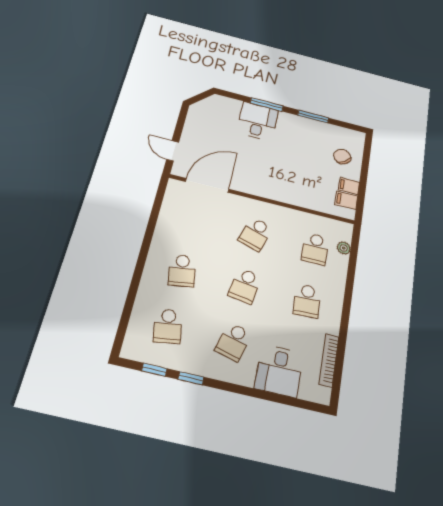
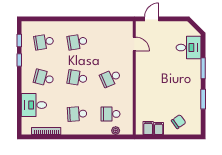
desk: (258, 121) -> (189, 48), moved
door: (207, 185) -> (134, 44), width x0.53
school desk: (256, 234) -> (111, 78), turned -42

